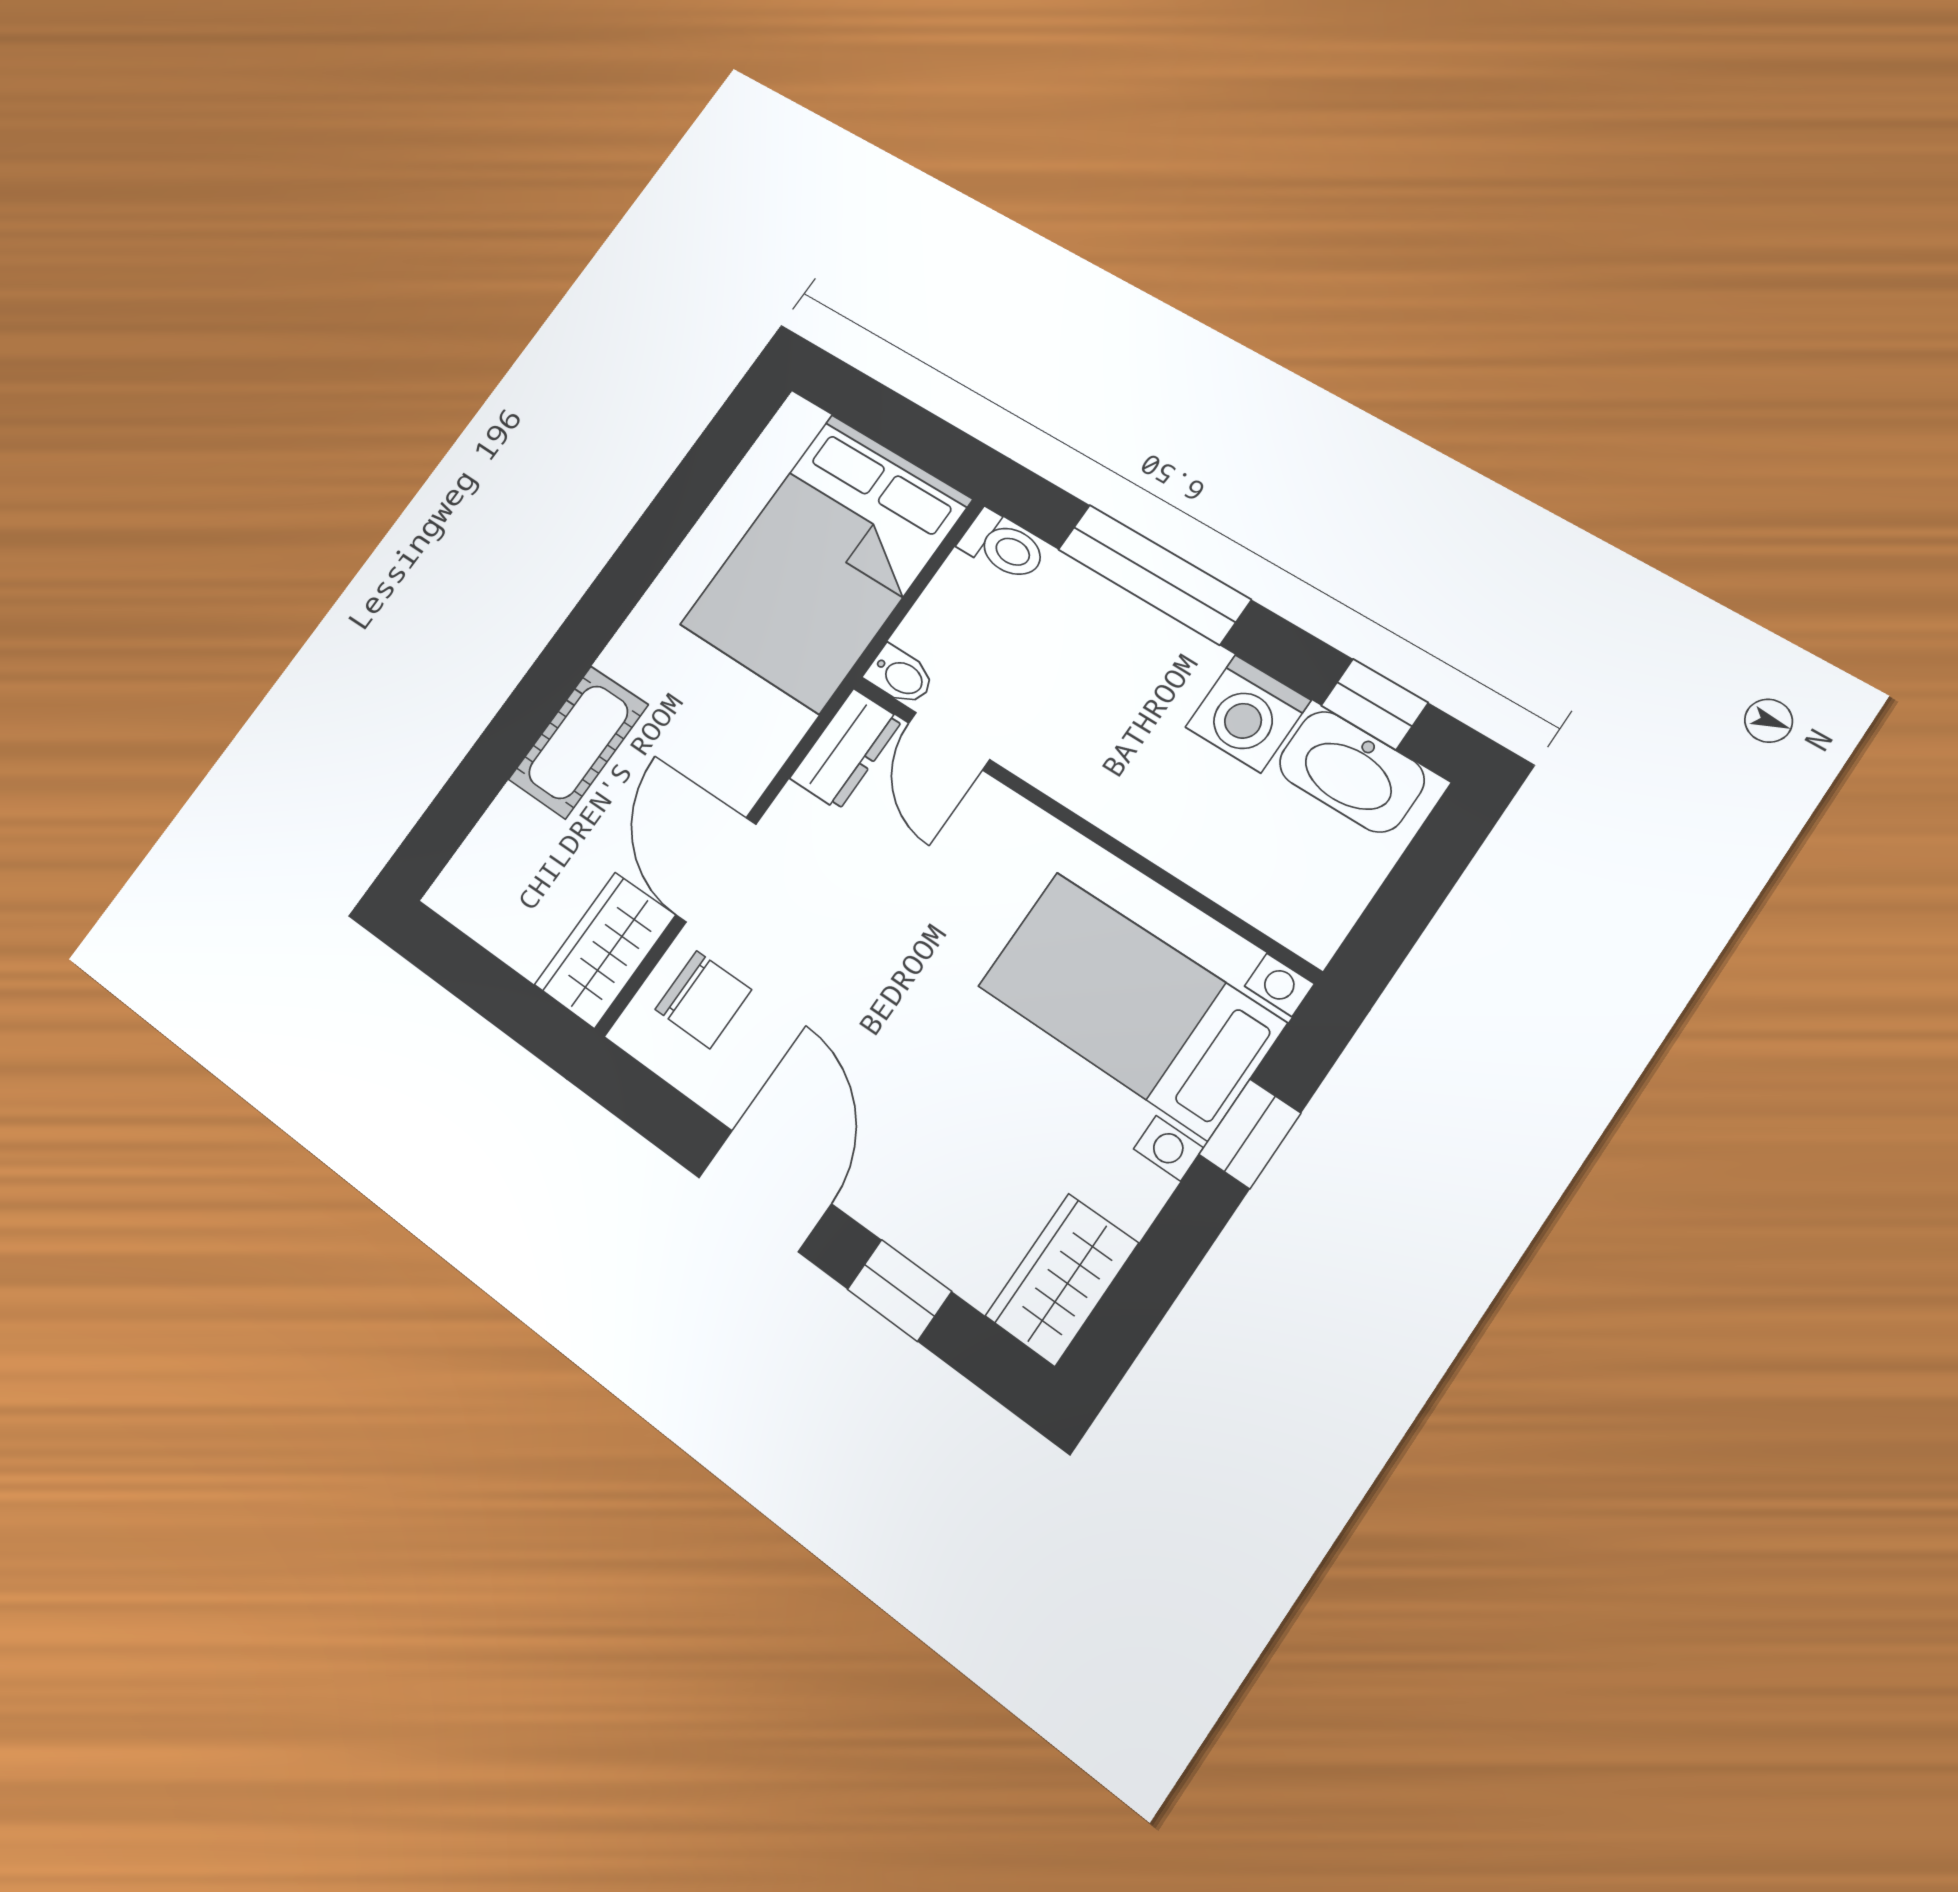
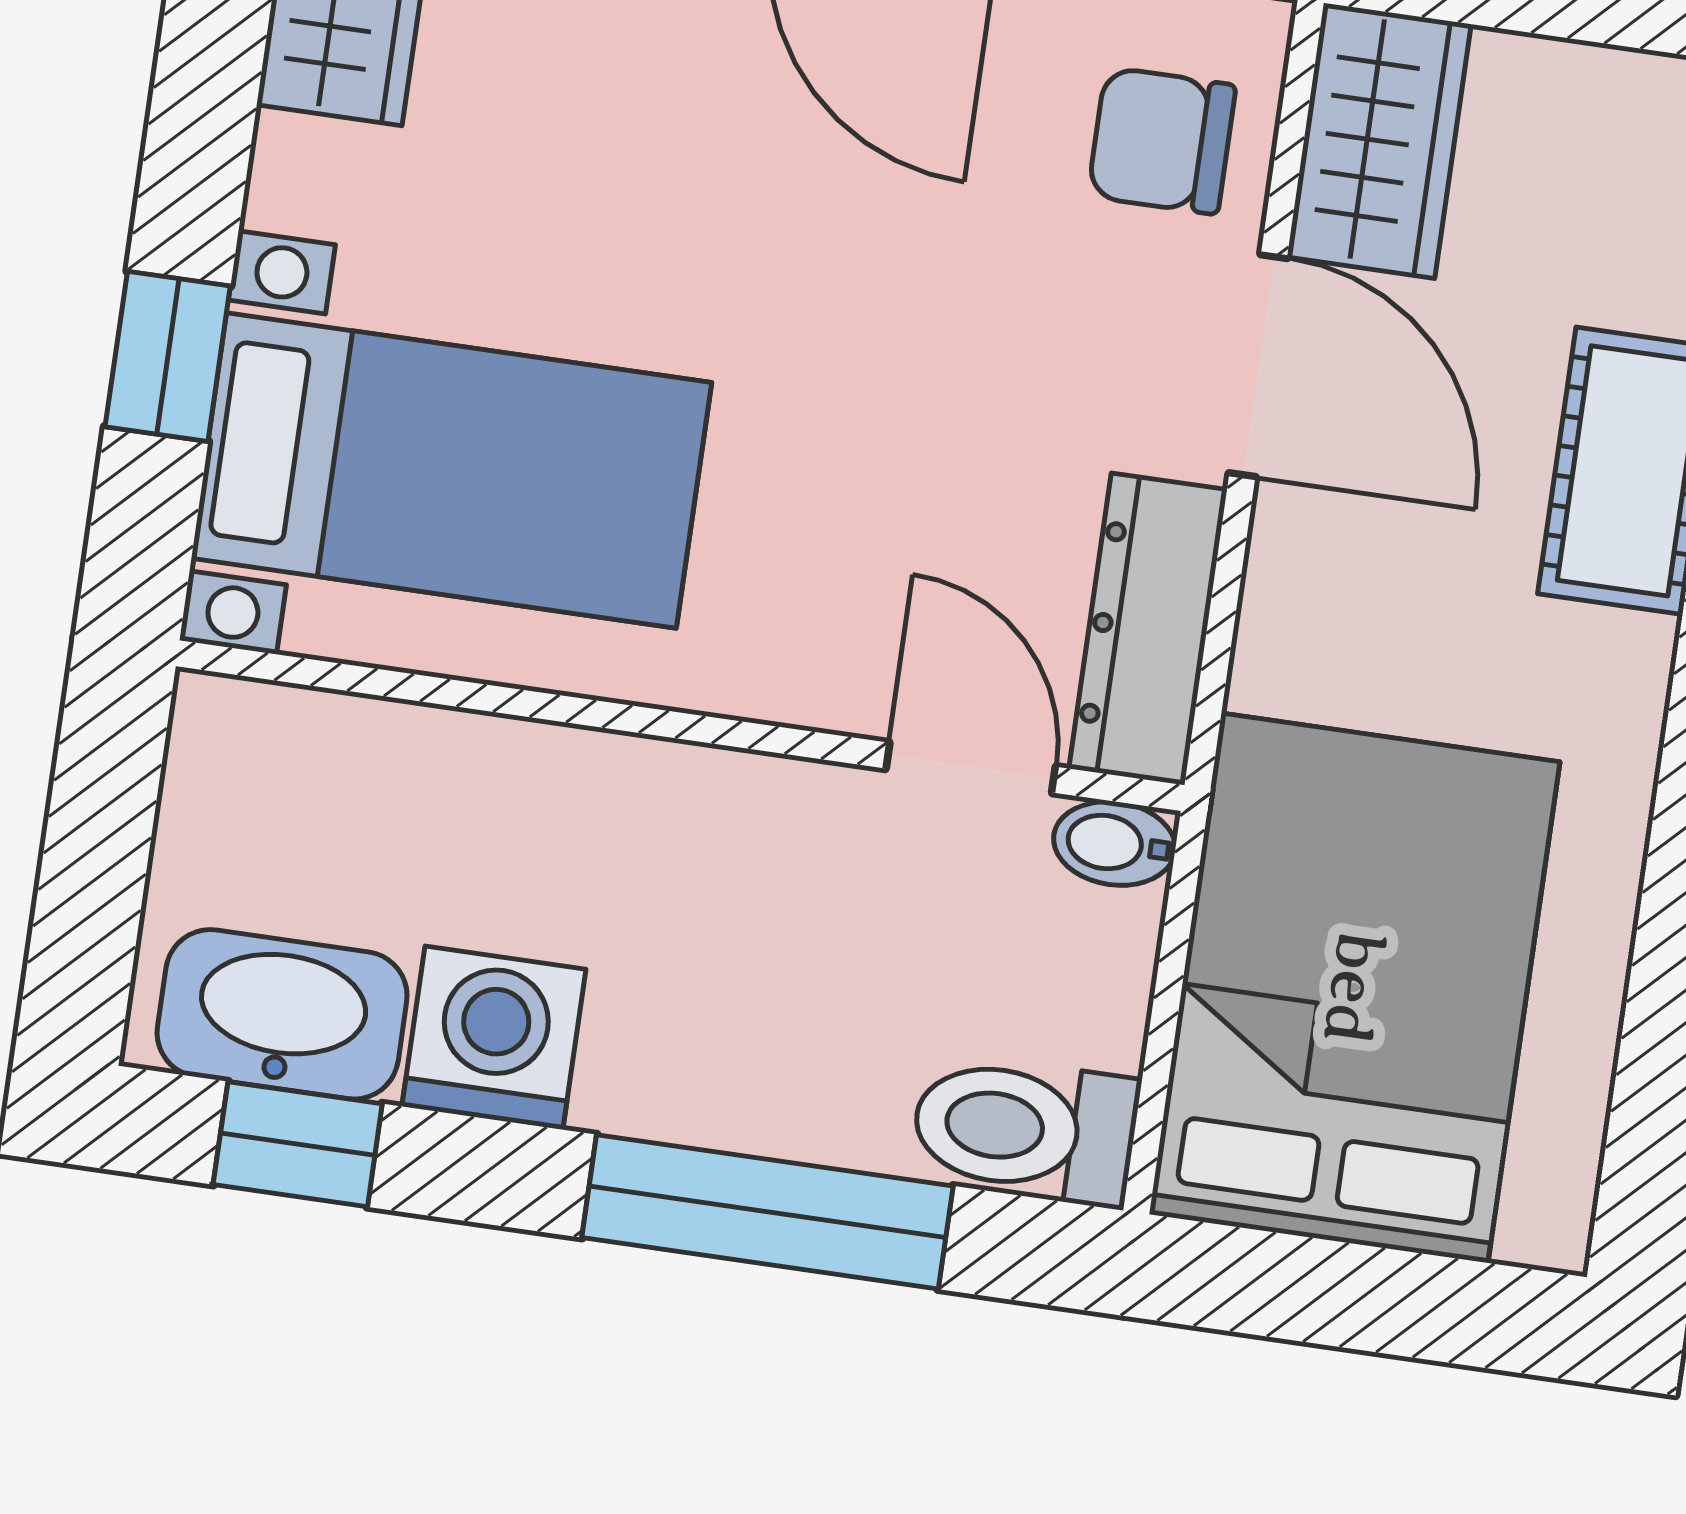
toilet: (1003, 546) -> (1025, 1129), width x1.37, depth x1.39
dresser: (846, 749) -> (1148, 629), width x1.44

